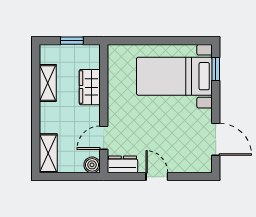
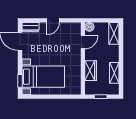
dresser: (122, 164) -> (30, 27), moved
door: (157, 177) -> (53, 20), hinge flipped

